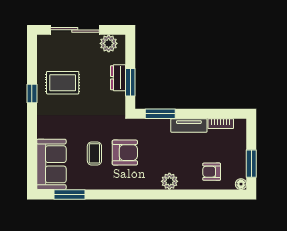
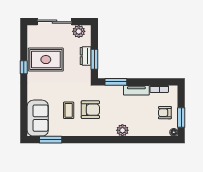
rug: (63, 83) -> (46, 60), width x1.36, depth x1.43
armchair: (212, 172) -> (165, 113), moved

